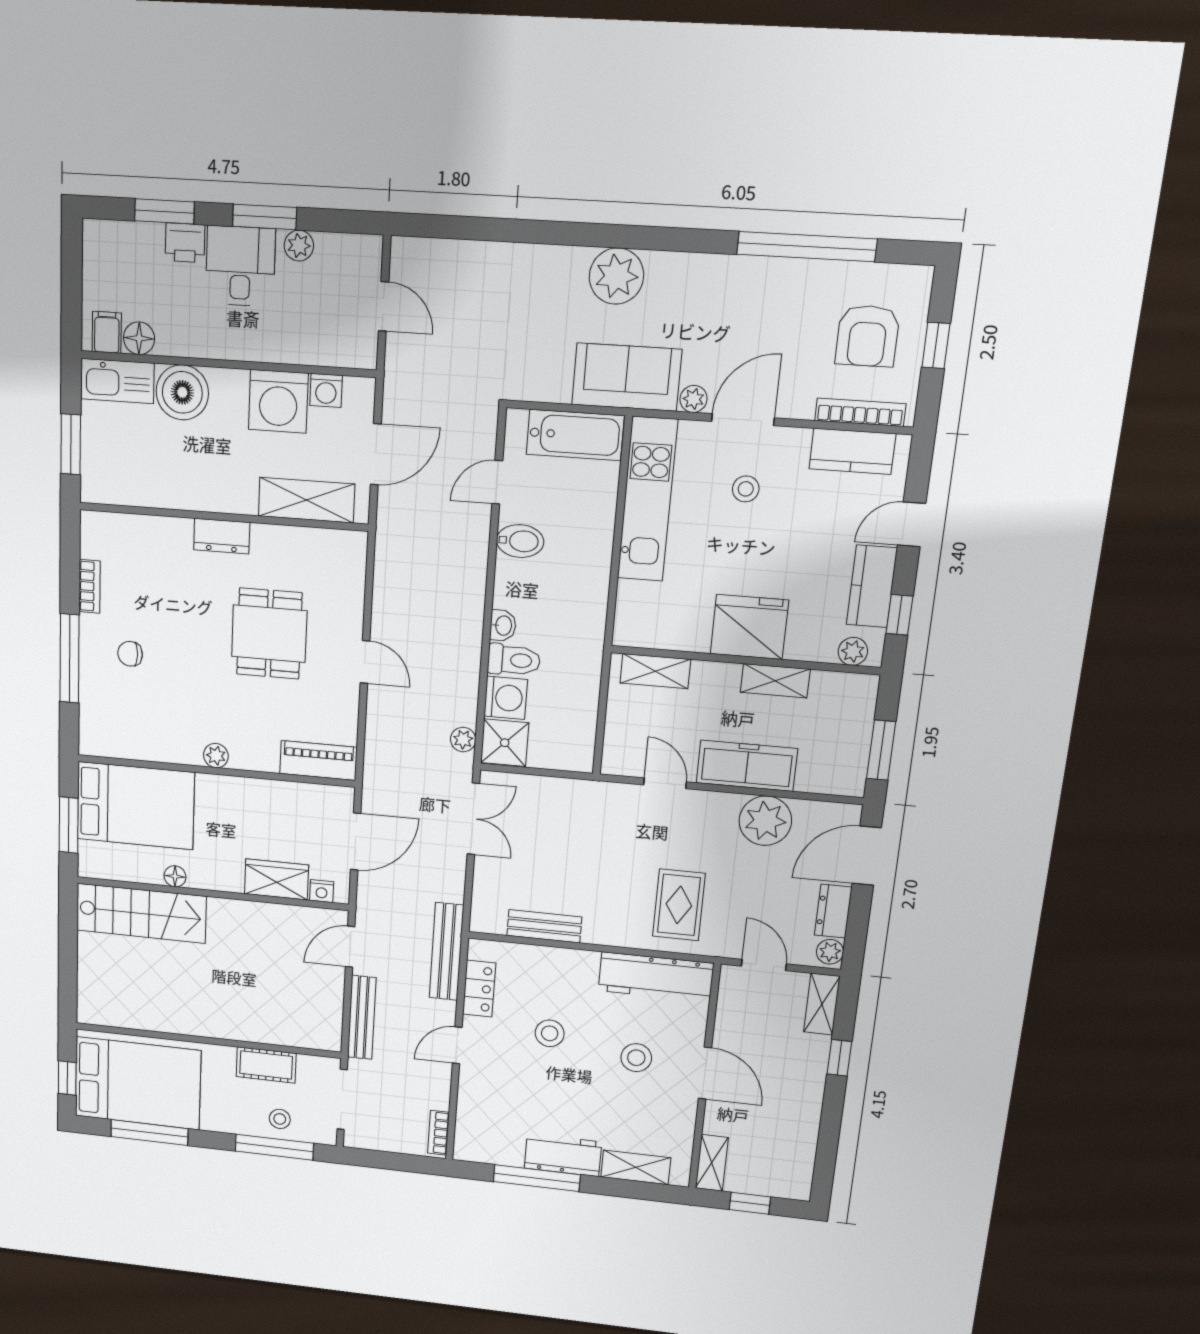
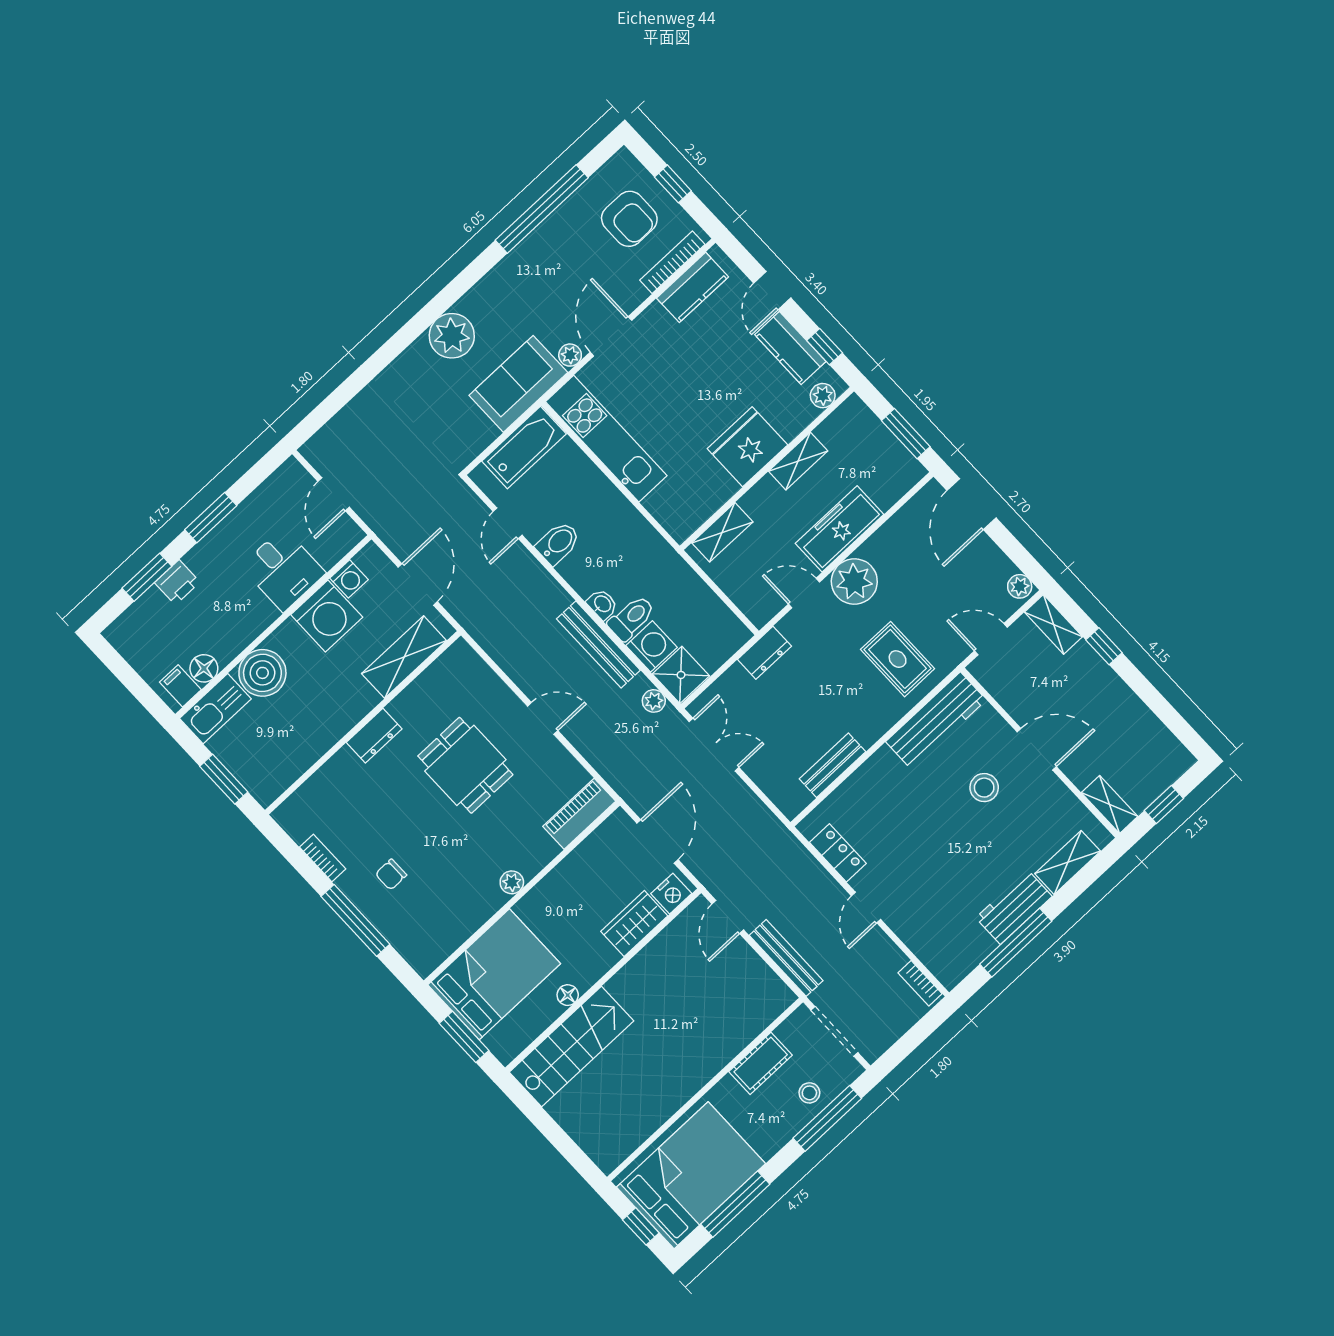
plant: (299, 246) -> (248, 513), removed
desk: (240, 266) -> (283, 570), moved, turned 180
door: (384, 306) -> (334, 494), swing flipped
stool: (746, 489) -> (656, 372), removed
plant: (765, 821) -> (854, 581), moved
nightstand: (322, 891) -> (671, 894), width x1.39, depth x1.35
dresser: (833, 911) -> (764, 653), moved, turned -90
bench: (447, 952) -> (598, 644), moved
stool: (550, 1033) -> (914, 833), removed

